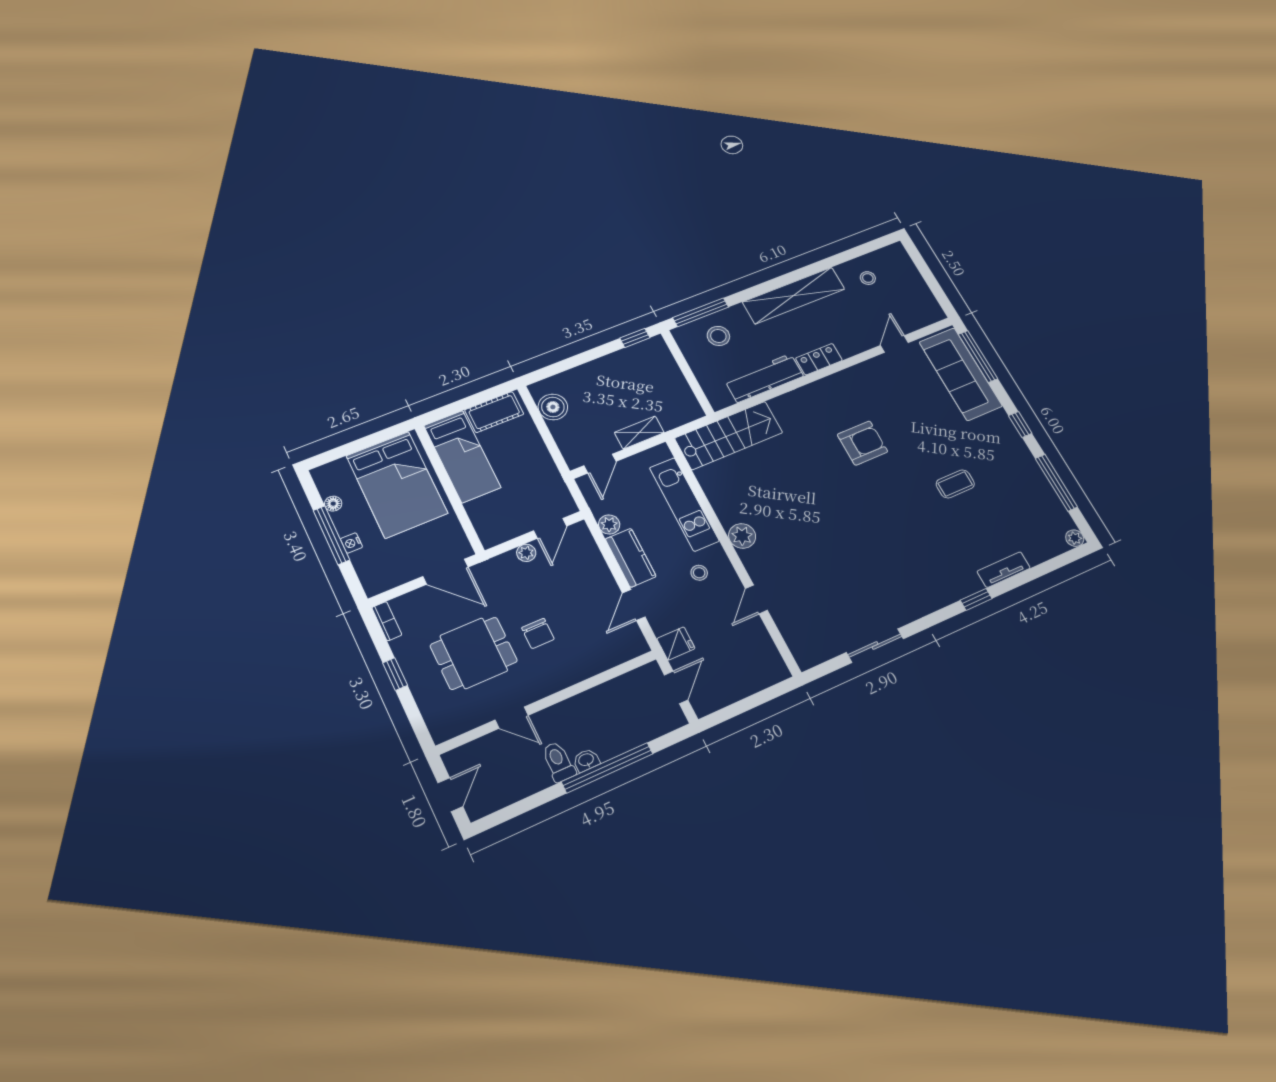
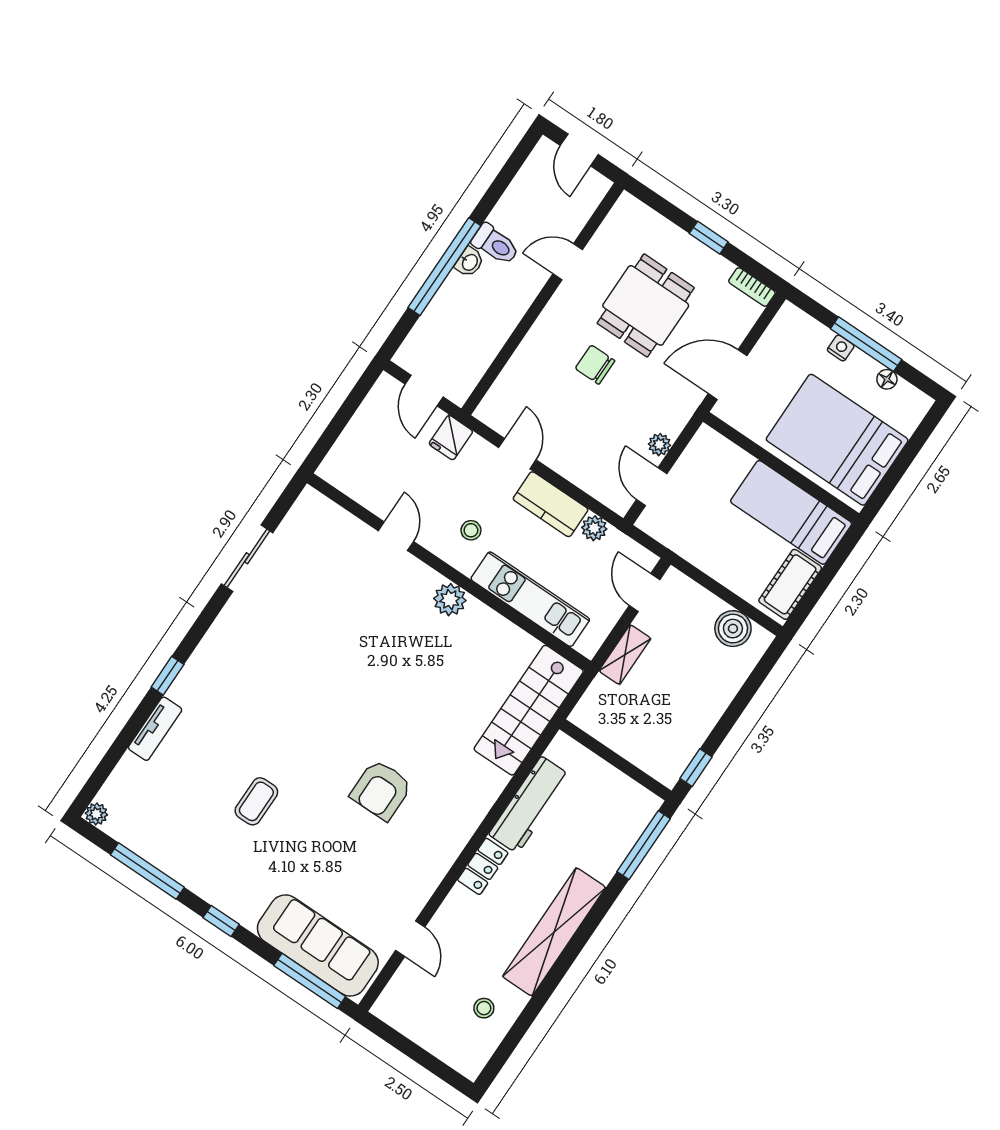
stool: (718, 336) -> (608, 827), removed

